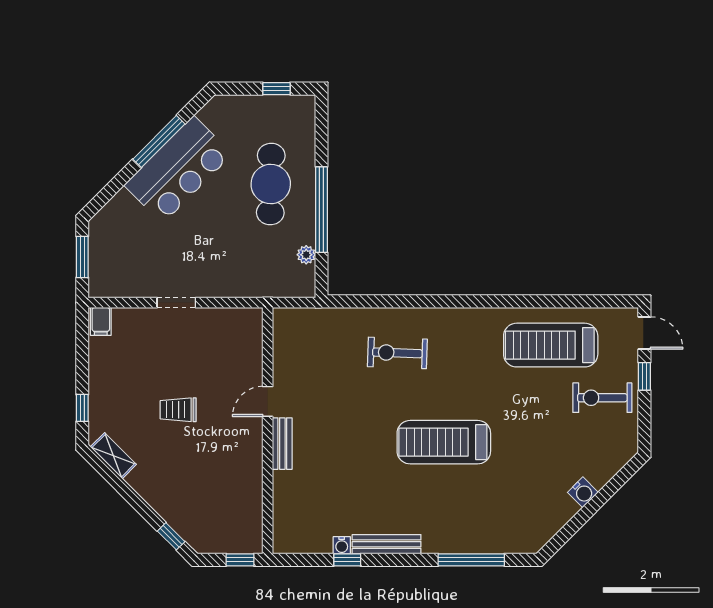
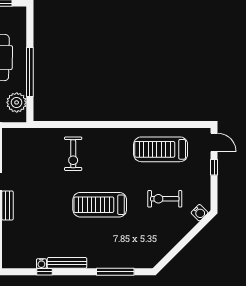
plant: (306, 255) -> (17, 102), width x1.88, depth x1.88
exercise bike: (397, 353) -> (73, 154), turned -92
exercise bike: (602, 398) -> (165, 199), moved
water cooler: (583, 492) -> (200, 213), moved

